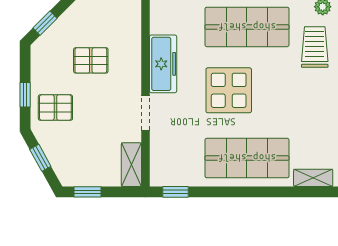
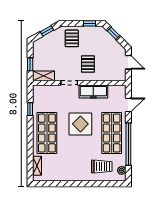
pallet: (91, 60) -> (88, 64), moved
window: (25, 95) -> (90, 23), moved
window: (87, 192) -> (30, 64), moved
window: (176, 192) -> (30, 109), moved

